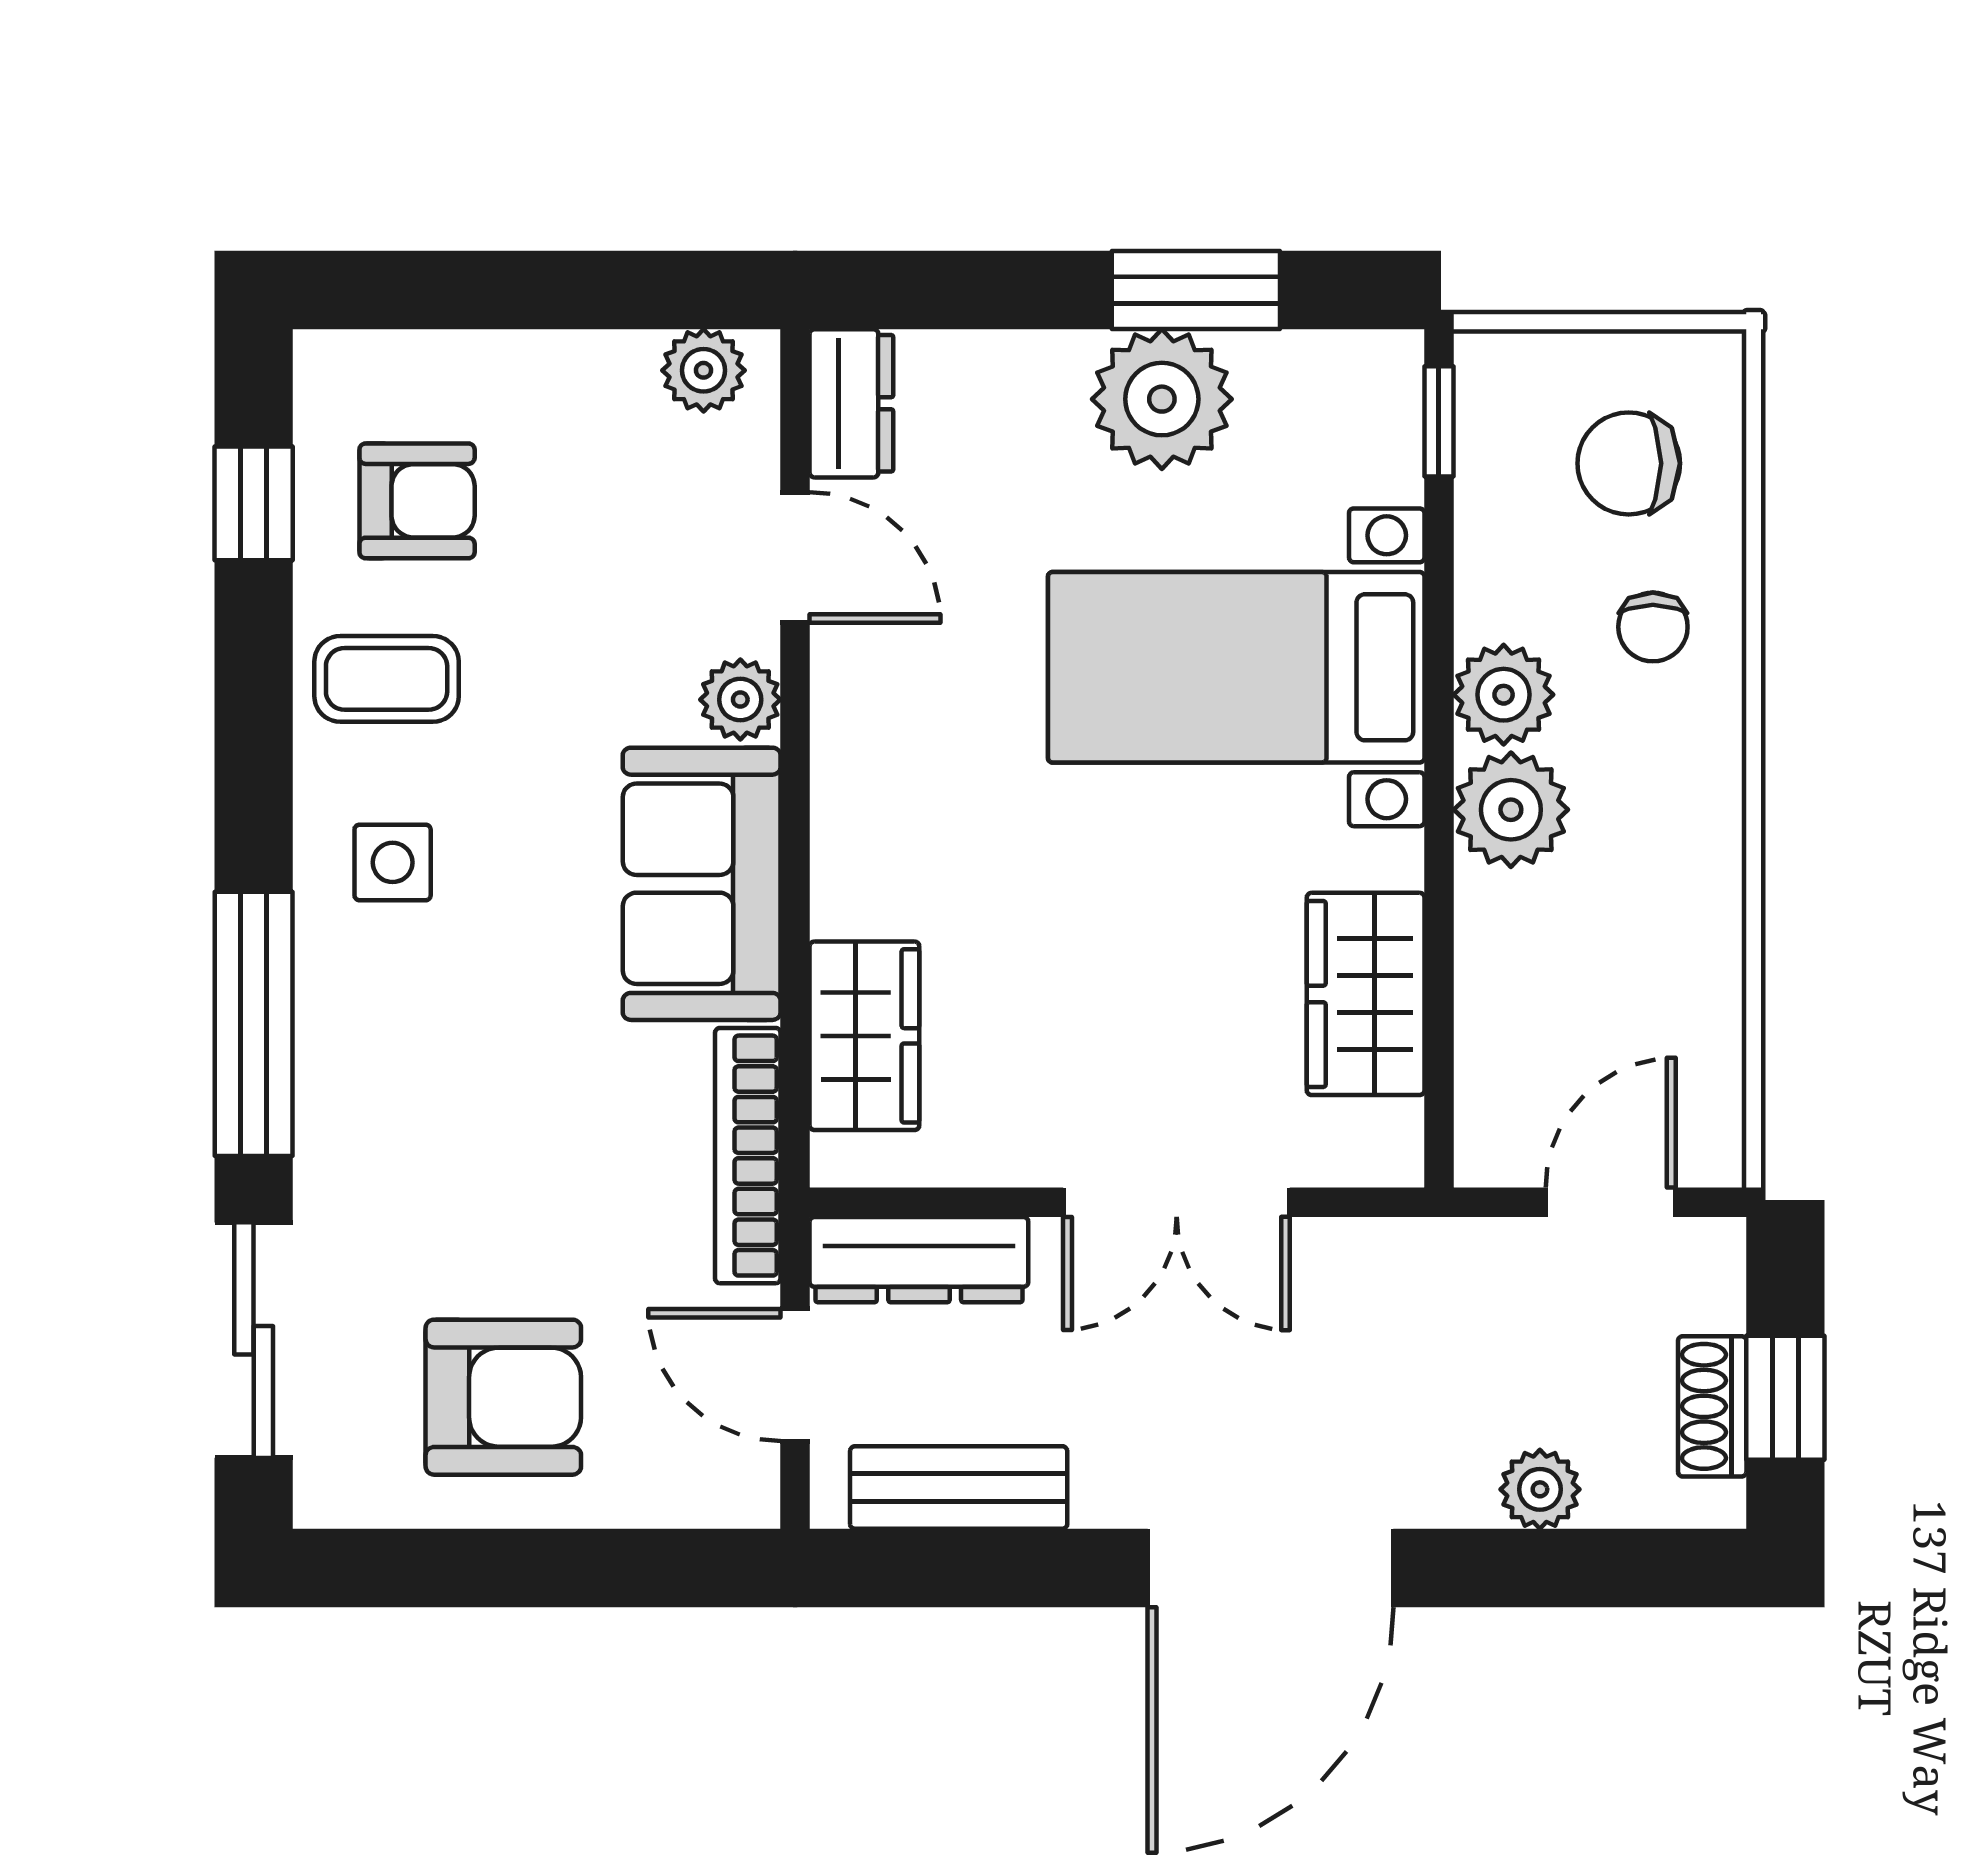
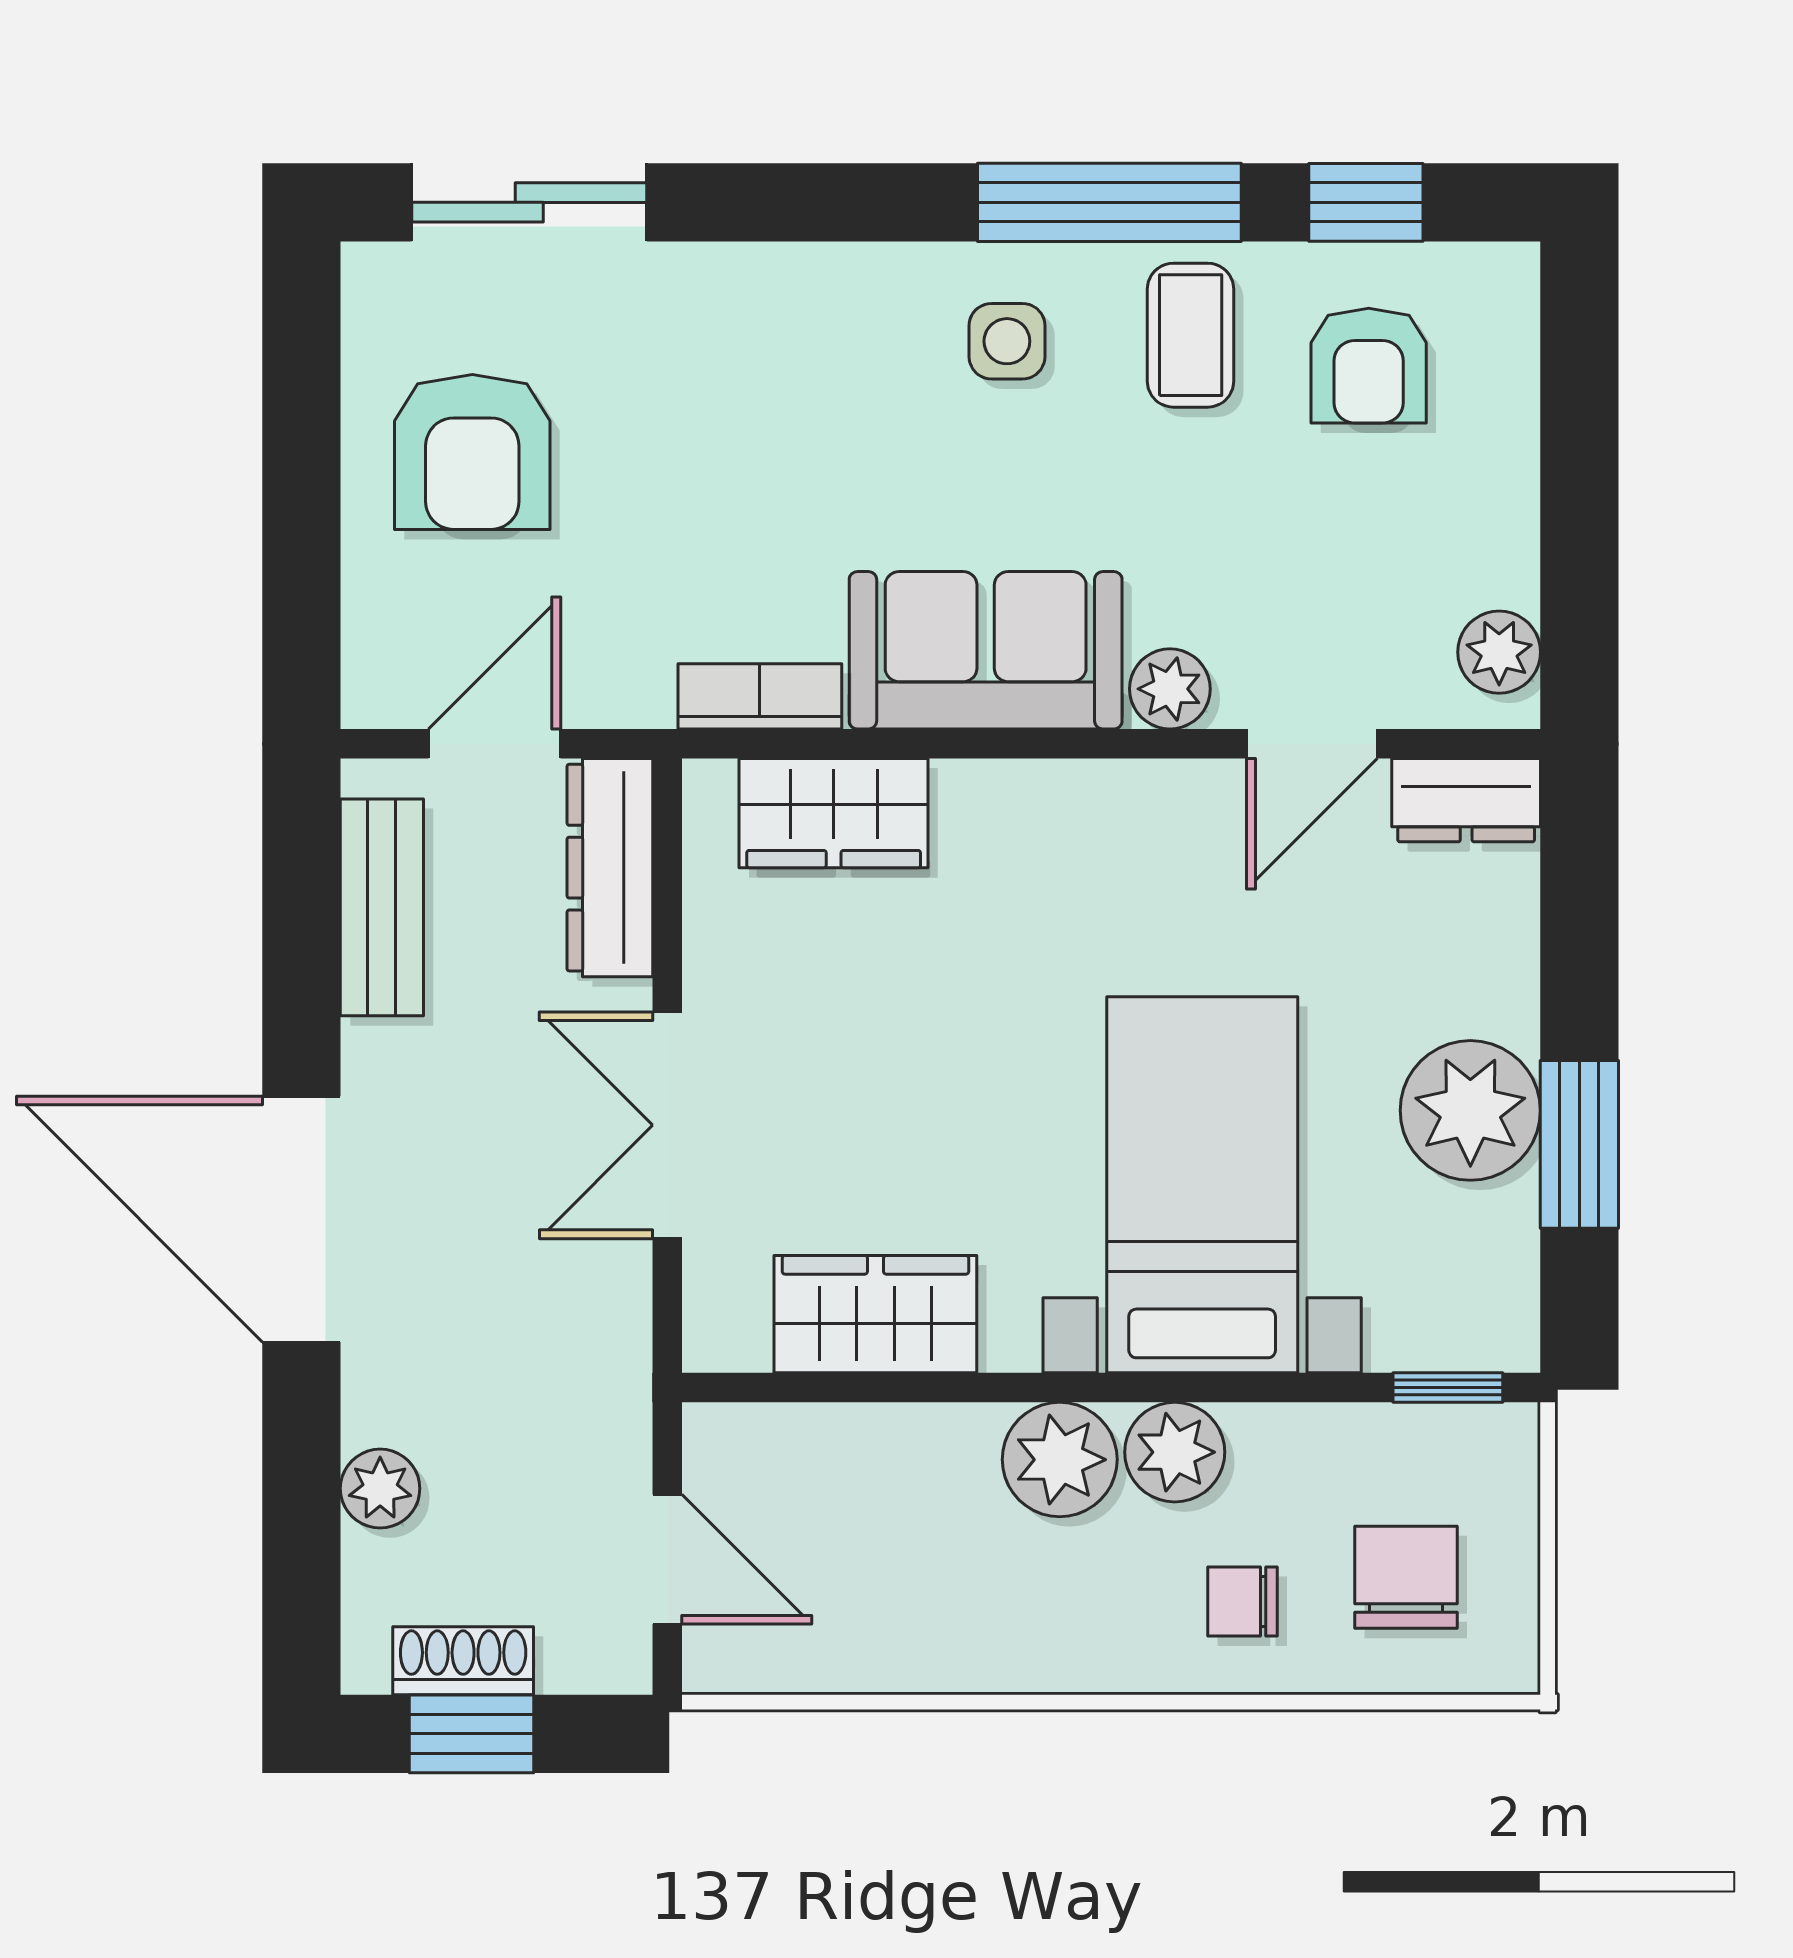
window: (254, 1024) -> (1109, 202), moved
bookcase: (748, 1156) -> (760, 696), width x0.64

